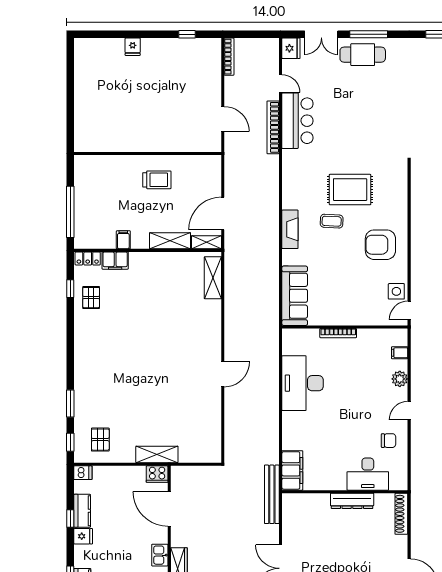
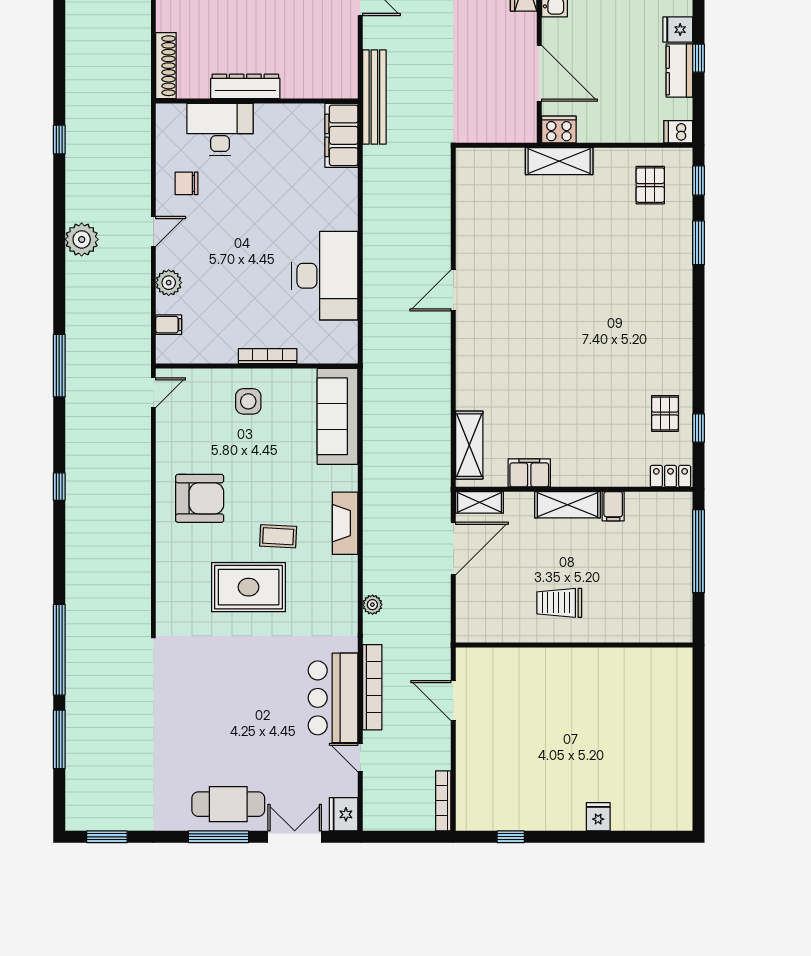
plant: (273, 179) -> (372, 605), added
shelving: (170, 241) -> (568, 505), moved
filing cabinet: (115, 261) -> (529, 473), moved
side table: (396, 291) -> (248, 401), moved

